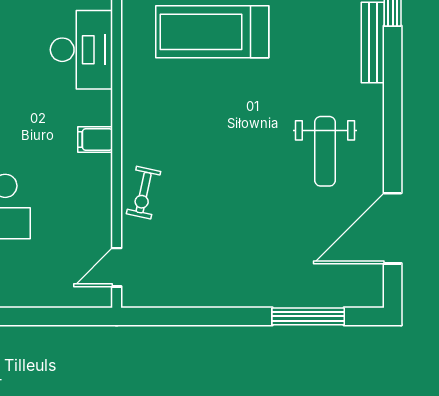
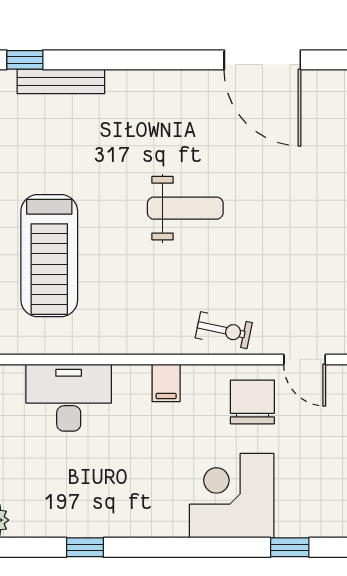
weight bench: (325, 151) -> (185, 208), moved
chair: (77, 219) -> (252, 402), added

